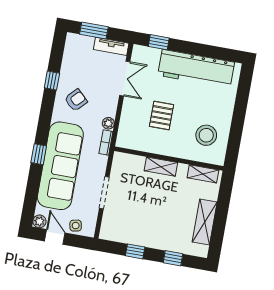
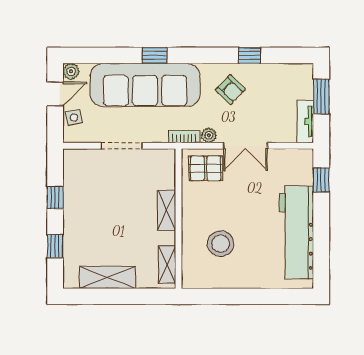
double door: (125, 79) -> (245, 146), moved
pallet: (161, 115) -> (206, 168), moved
stool: (206, 135) -> (220, 244), moved

